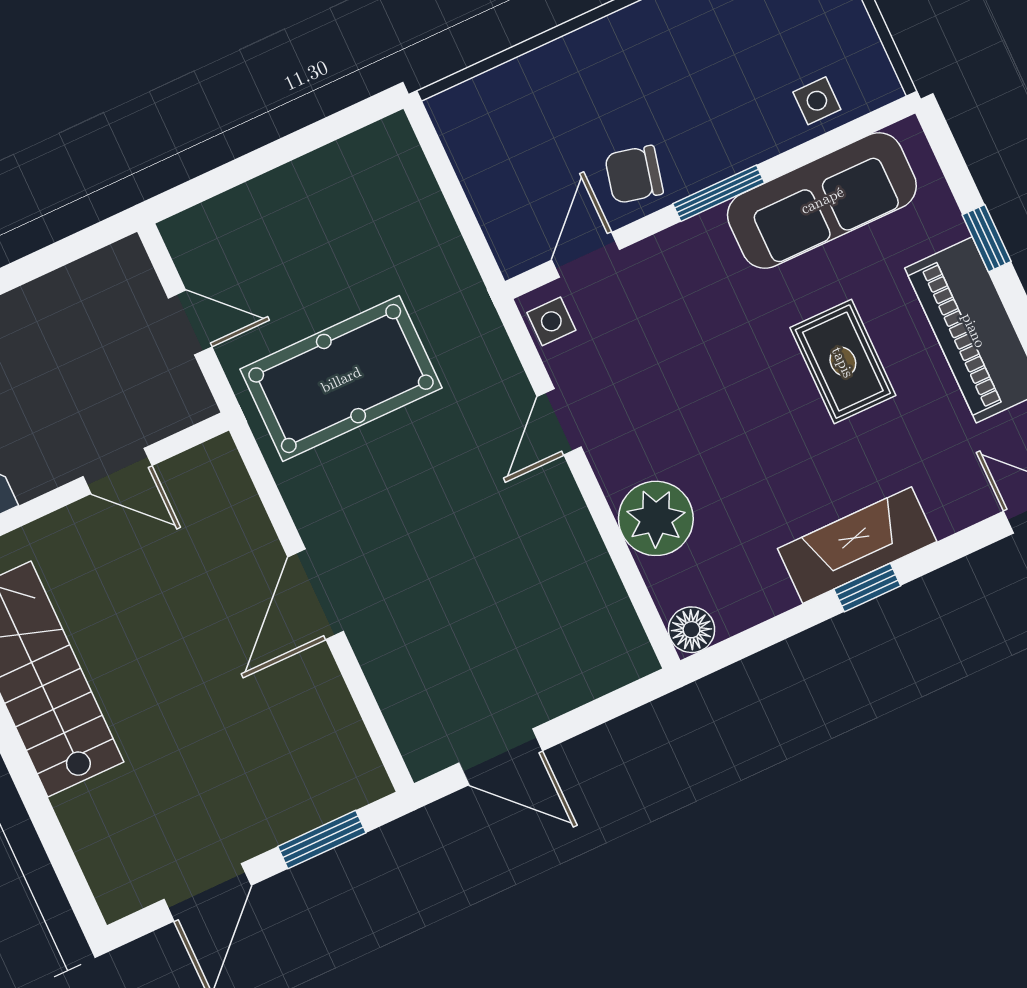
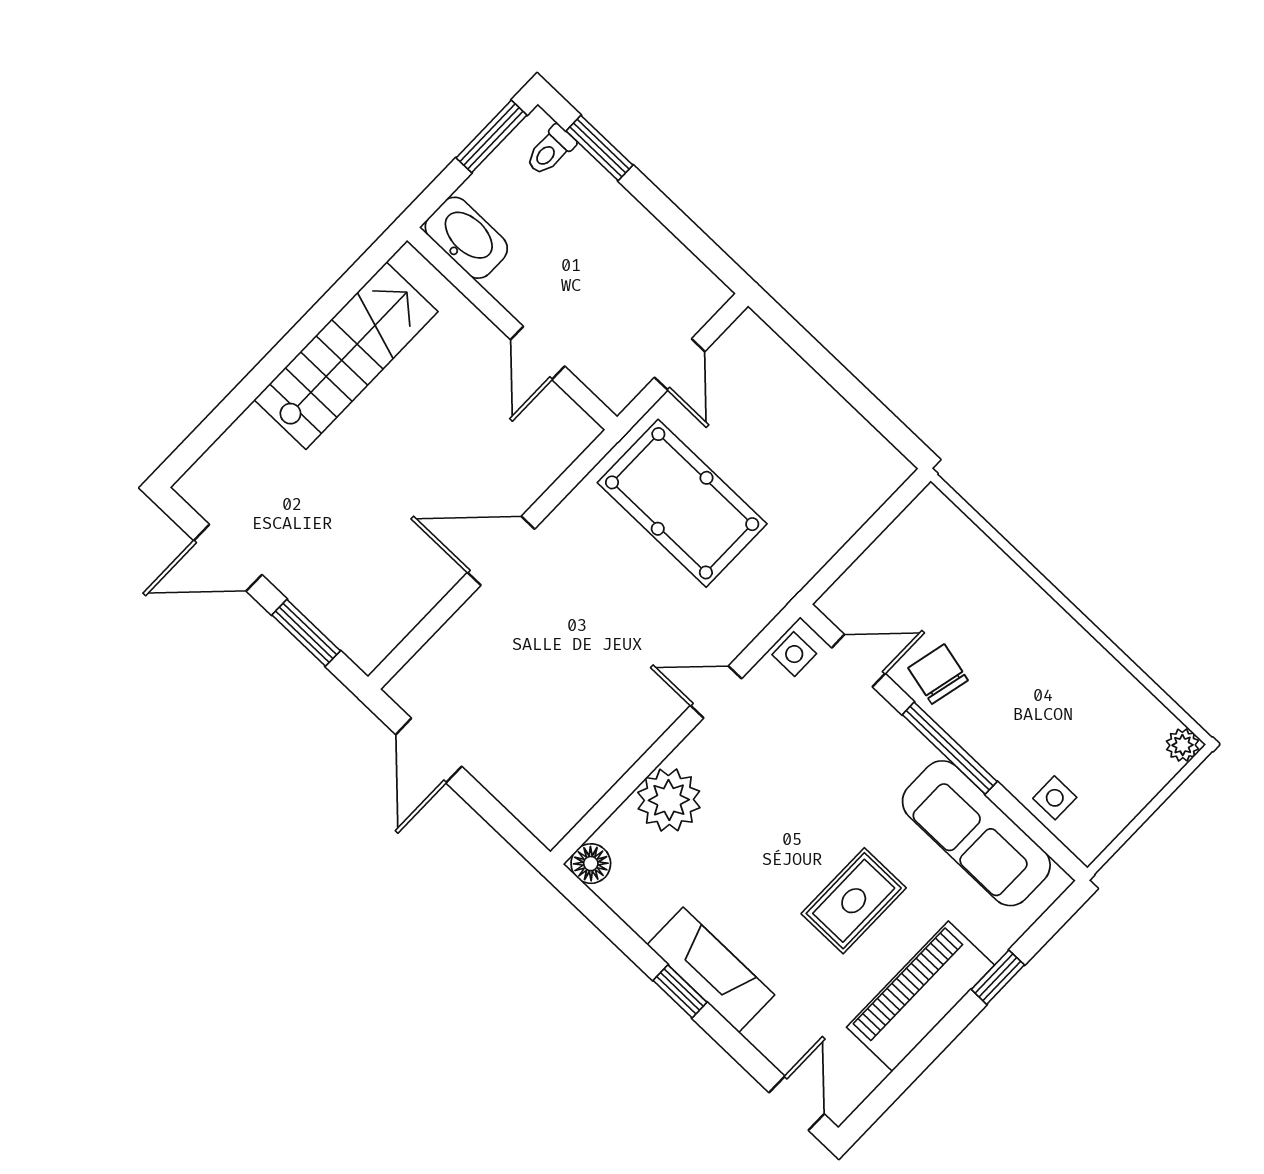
window: (719, 193) -> (950, 748), width x1.44

